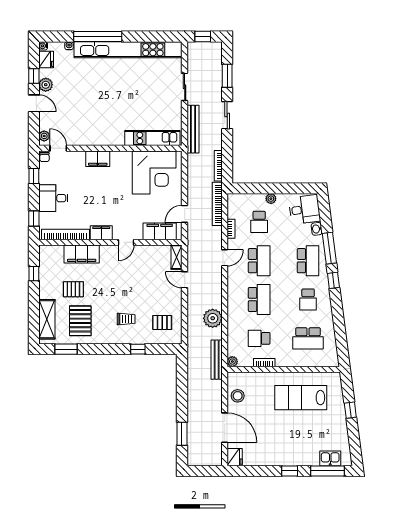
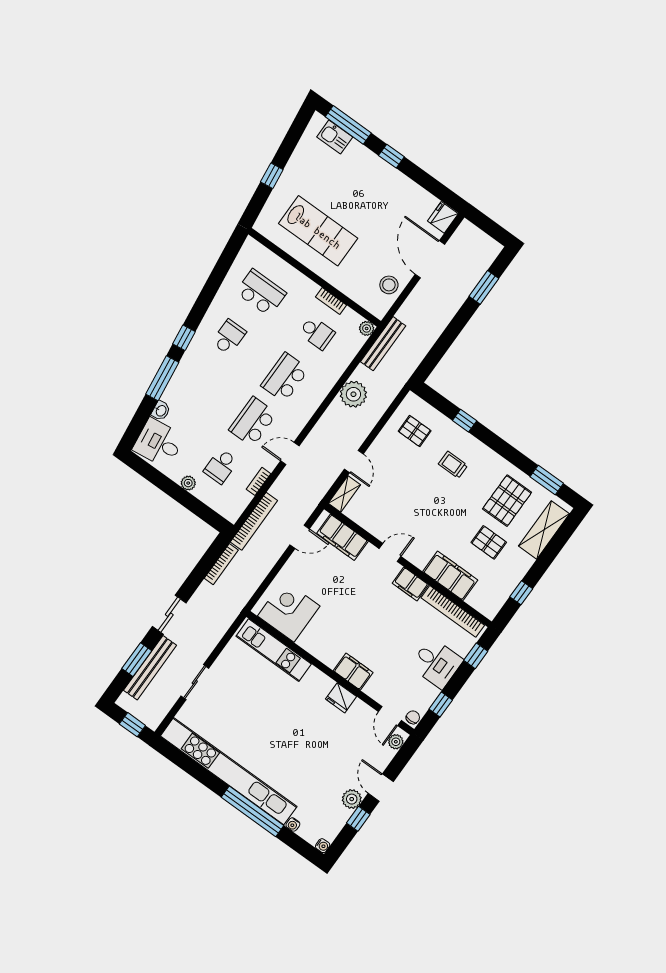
fridge: (46, 60) -> (341, 698), moved, turned -90
bench: (193, 129) -> (150, 668), moved
corner desk: (154, 172) -> (289, 611), width x0.74, depth x0.74
school desk: (259, 222) -> (221, 466), turned 180
school desk: (308, 261) -> (197, 381), removed

